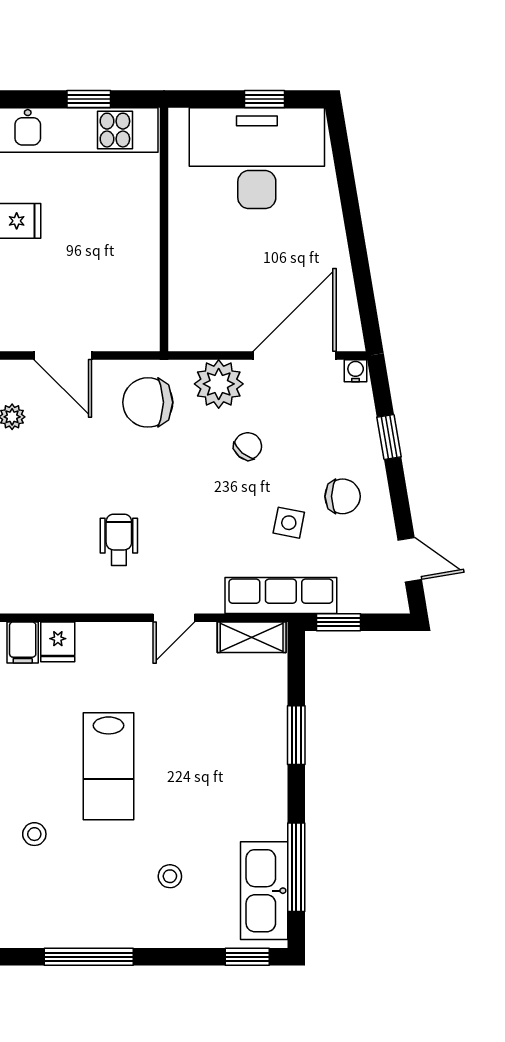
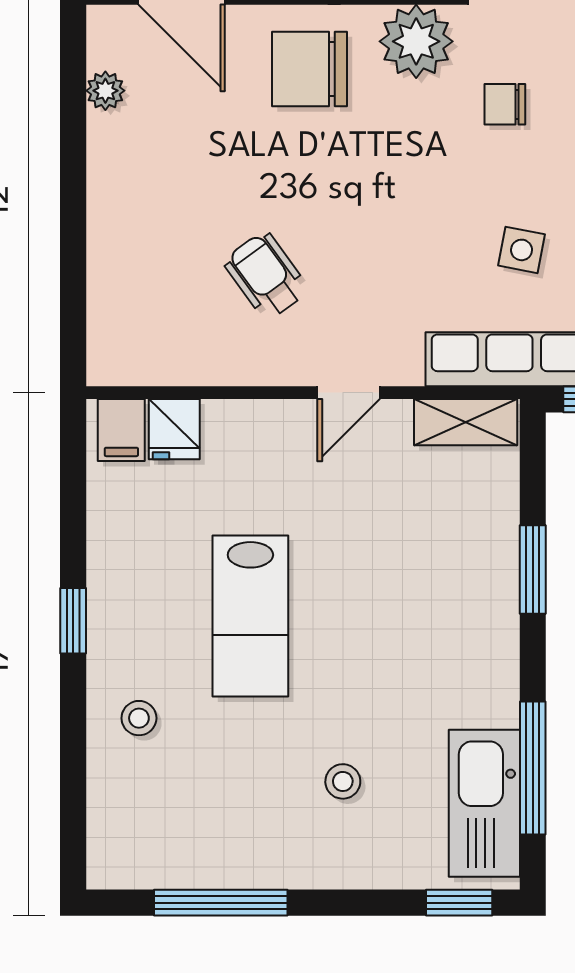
chair: (248, 446) -> (505, 104), moved, turned -130
wheelchair: (119, 540) -> (266, 276), turned -36

